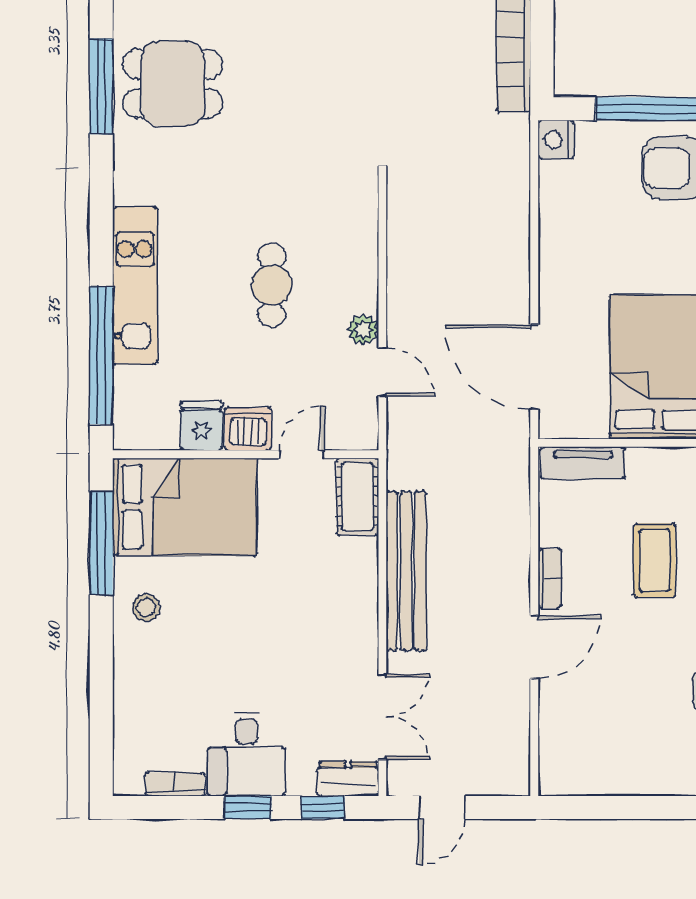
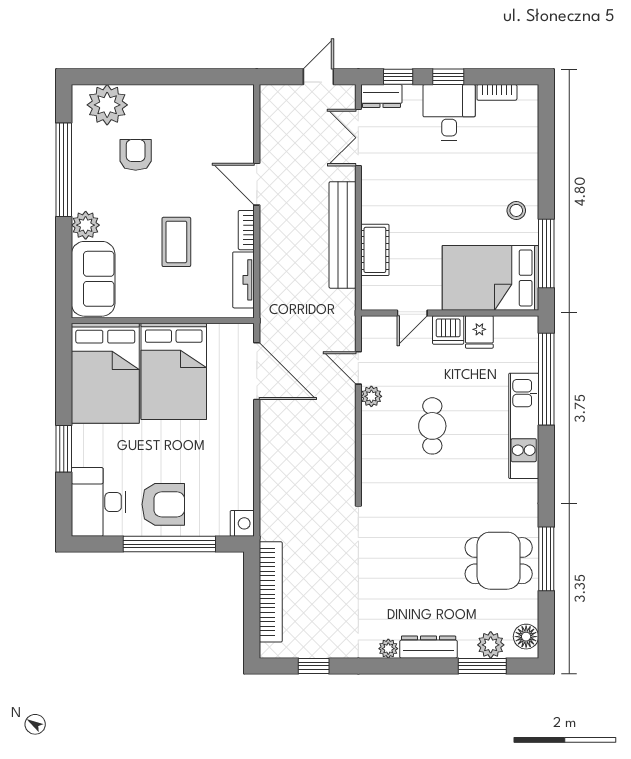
tv unit: (583, 463) -> (243, 280), moved, turned -90
cot: (358, 497) -> (375, 250), moved
door: (534, 647) -> (257, 184), hinge flipped

